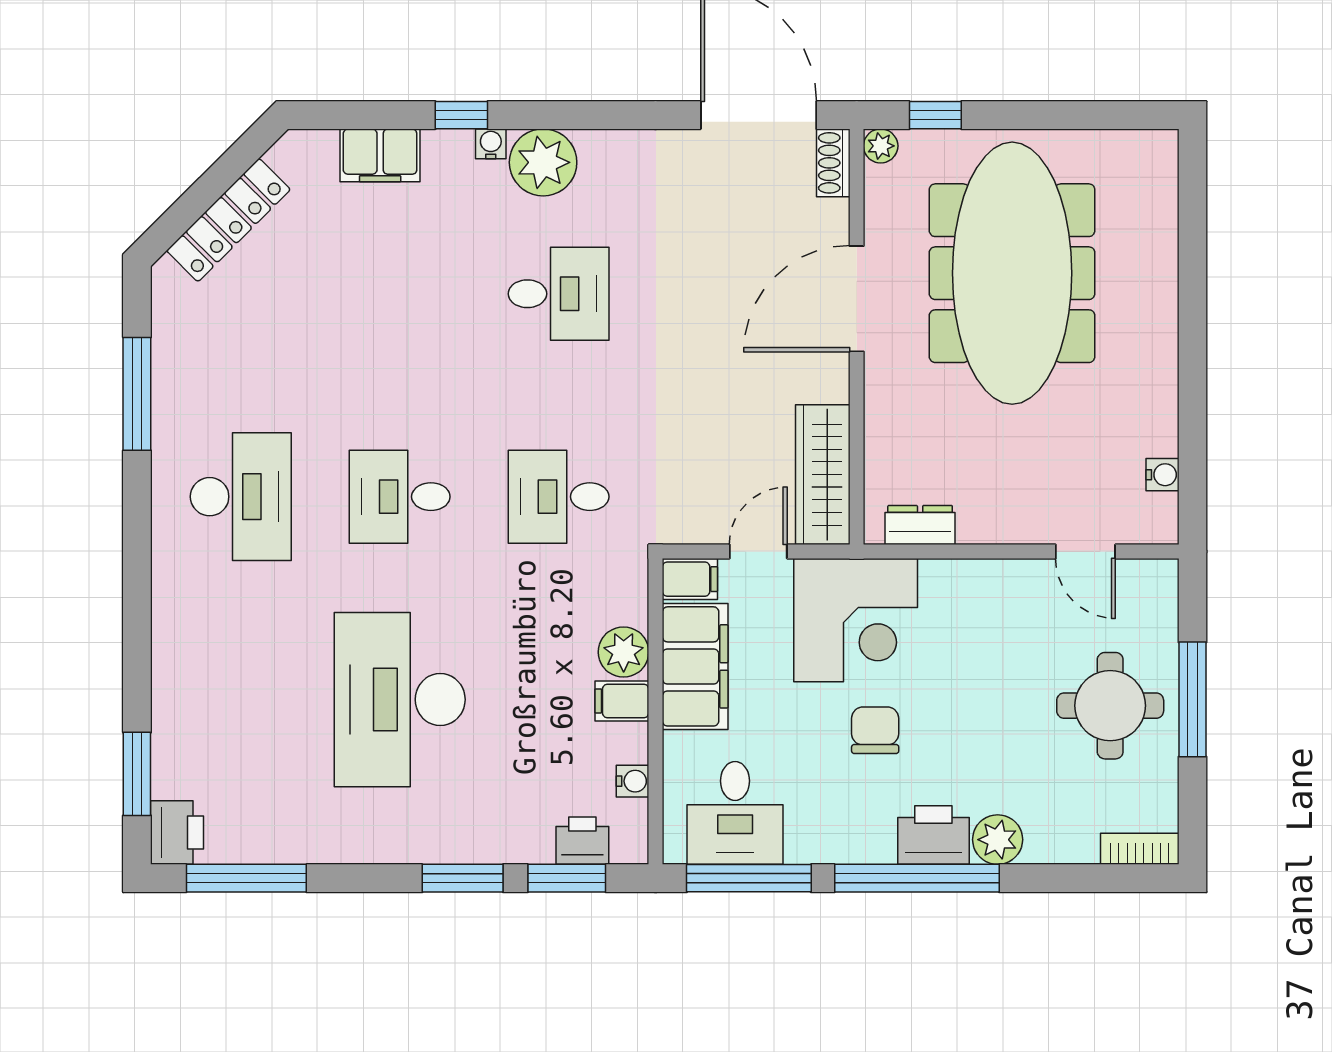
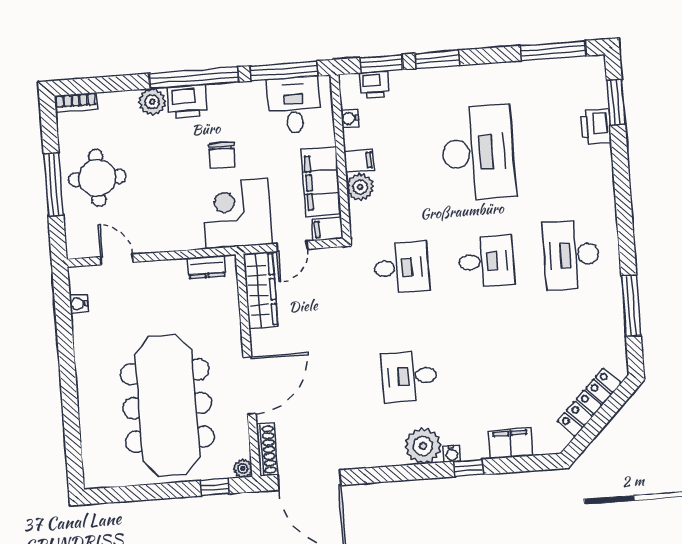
shoe rack: (833, 163) -> (267, 450), width x1.43
printer: (177, 833) -> (596, 126), moved

